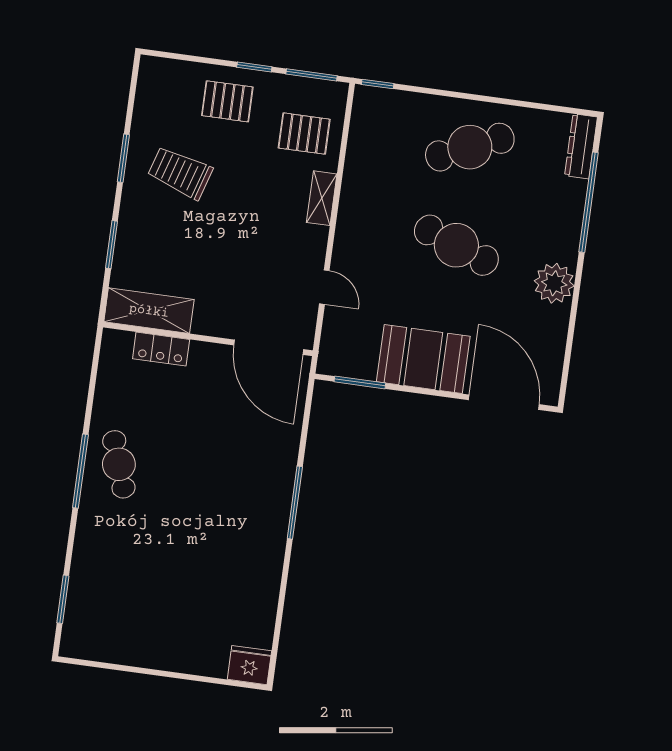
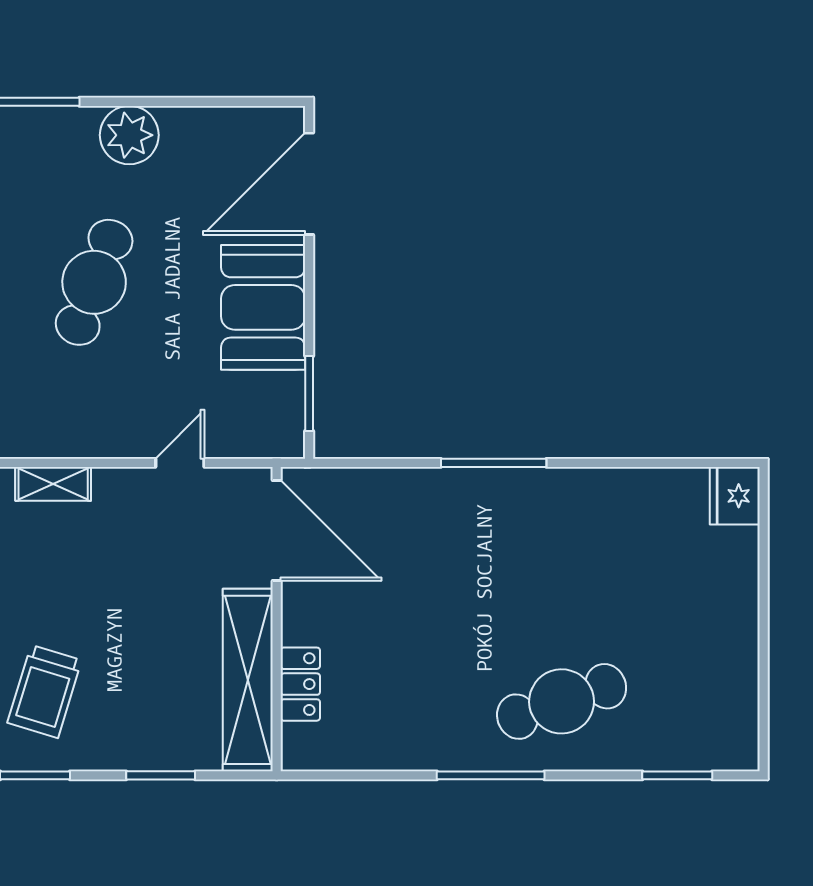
shelving: (149, 311) -> (248, 680), width x1.47
door: (269, 347) -> (277, 531), hinge flipped
cafe table: (119, 464) -> (562, 701), moved, width x1.37, depth x1.35

